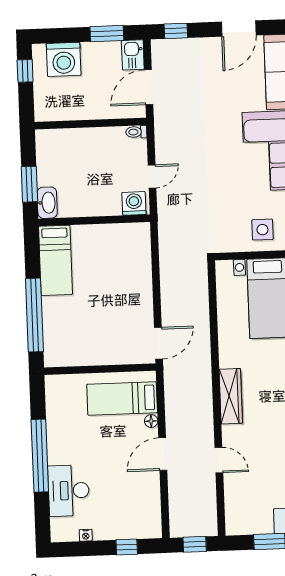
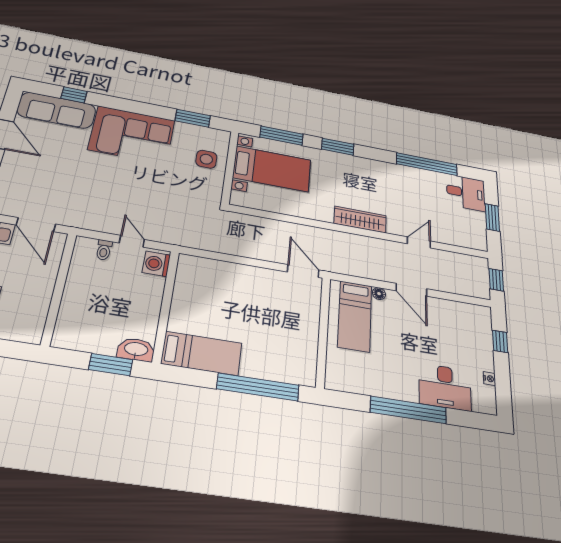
toilet: (136, 132) -> (104, 250), moved

